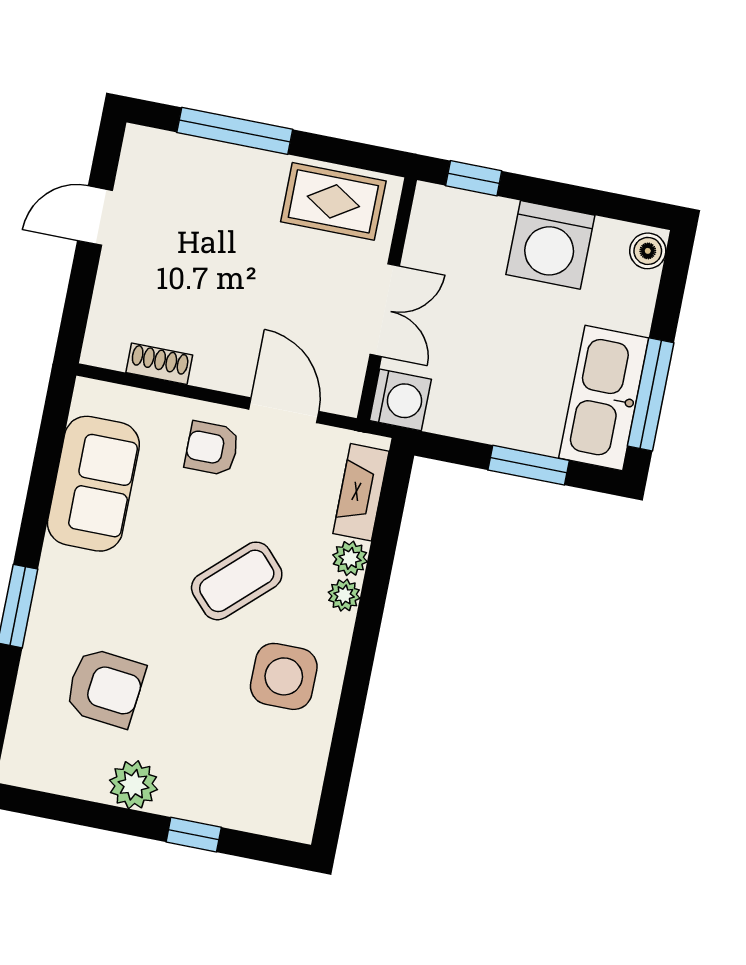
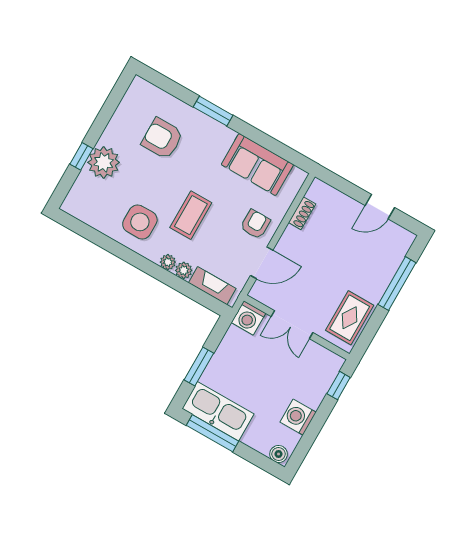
door: (95, 216) -> (380, 207), swing flipped
washing machine: (550, 245) -> (298, 417), width x0.73, depth x0.73
coffee table: (237, 581) -> (191, 215), turned 43
armchair: (105, 688) -> (162, 138), turned 84
plant: (133, 785) -> (104, 162), moved, width x1.36, depth x1.36

